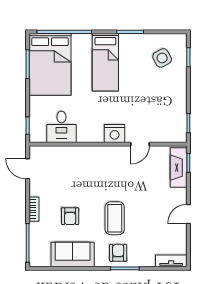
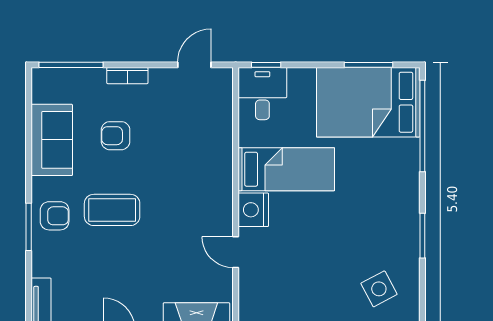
bed: (105, 62) -> (286, 169), moved, turned 180
desk: (61, 127) -> (262, 94), moved, turned 90

